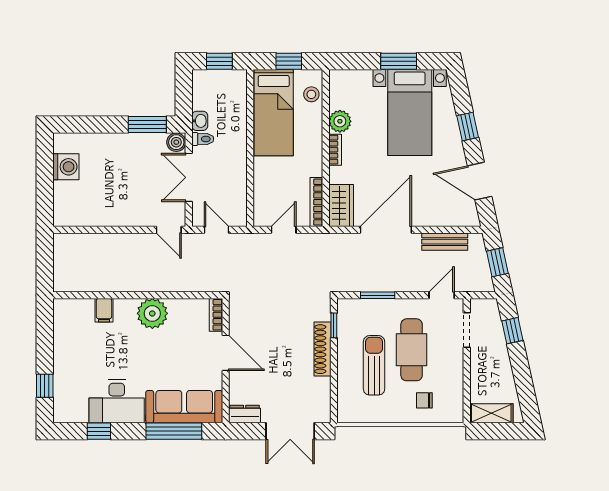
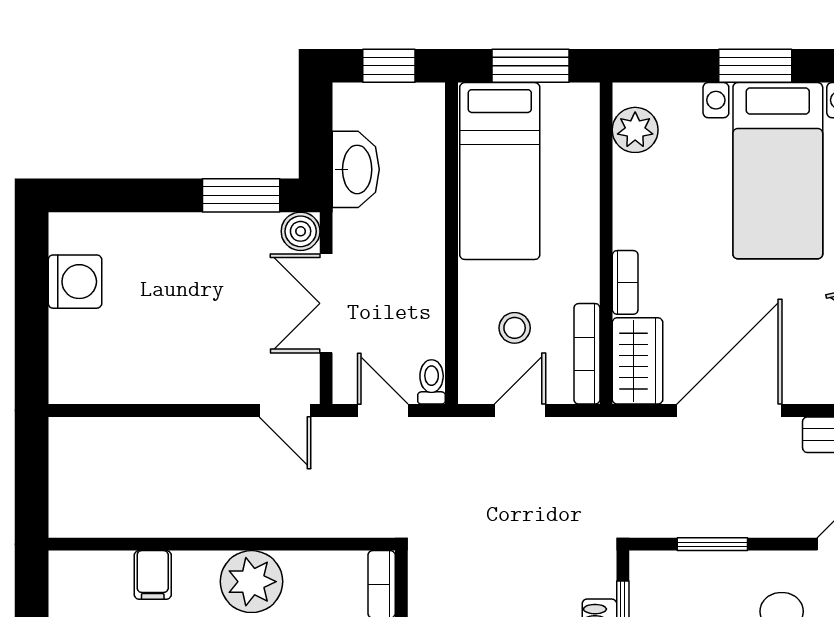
window: (289, 61) -> (531, 66), width x1.50
stool: (311, 94) -> (515, 328), moved
washbasin: (200, 121) -> (356, 169), width x1.91, depth x1.45
plant: (340, 121) -> (635, 130), moved
toilet: (203, 139) -> (432, 382), moved, turned -90
bookcase: (335, 150) -> (625, 282), moved

